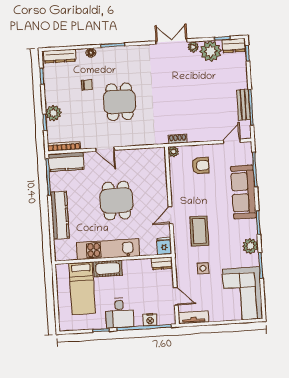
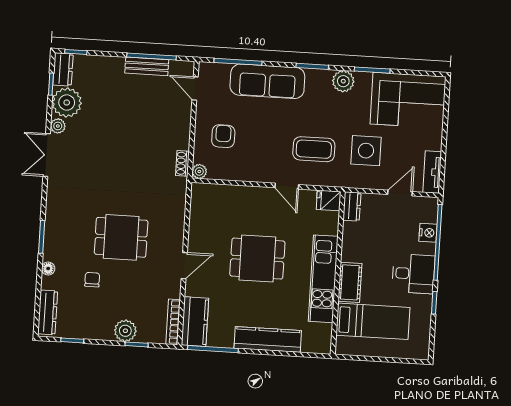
side table: (203, 268) -> (366, 151), width x1.87, depth x1.87

